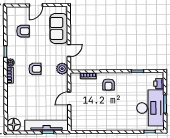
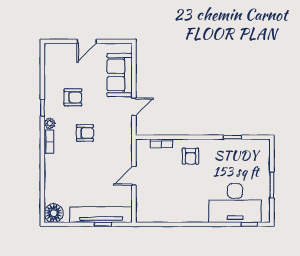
armchair: (23, 31) -> (73, 97), moved
plant: (62, 69) -> (124, 133), removed
printer: (159, 84) -> (263, 155), removed
desk: (150, 108) -> (235, 203), moved, turned 90

